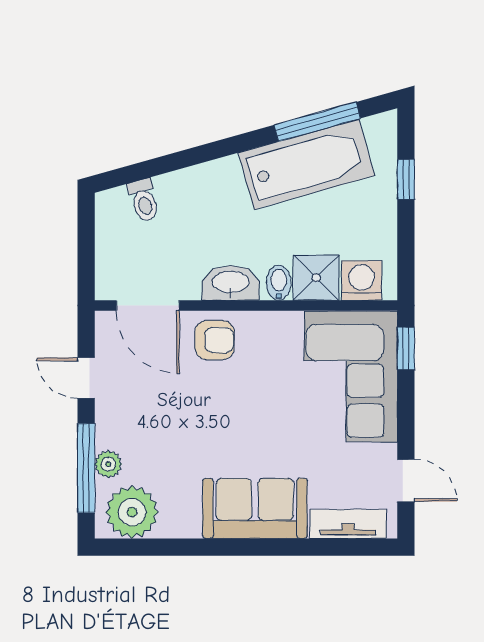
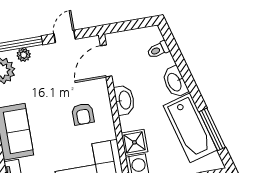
washbasin: (212, 179) -> (175, 82), added
bidet: (279, 283) -> (129, 124), removed
armchair: (215, 340) -> (83, 114), moved

